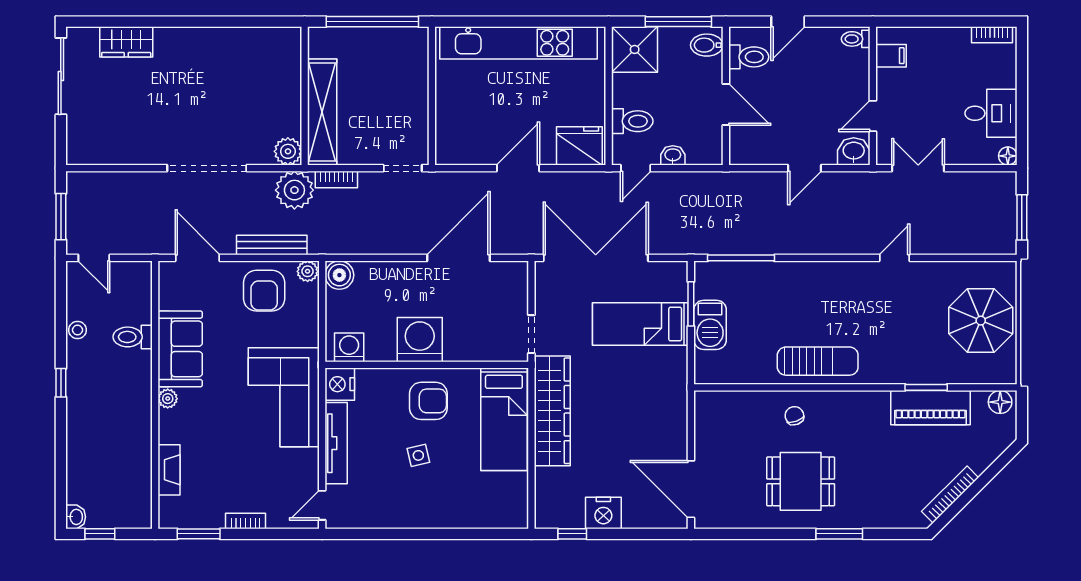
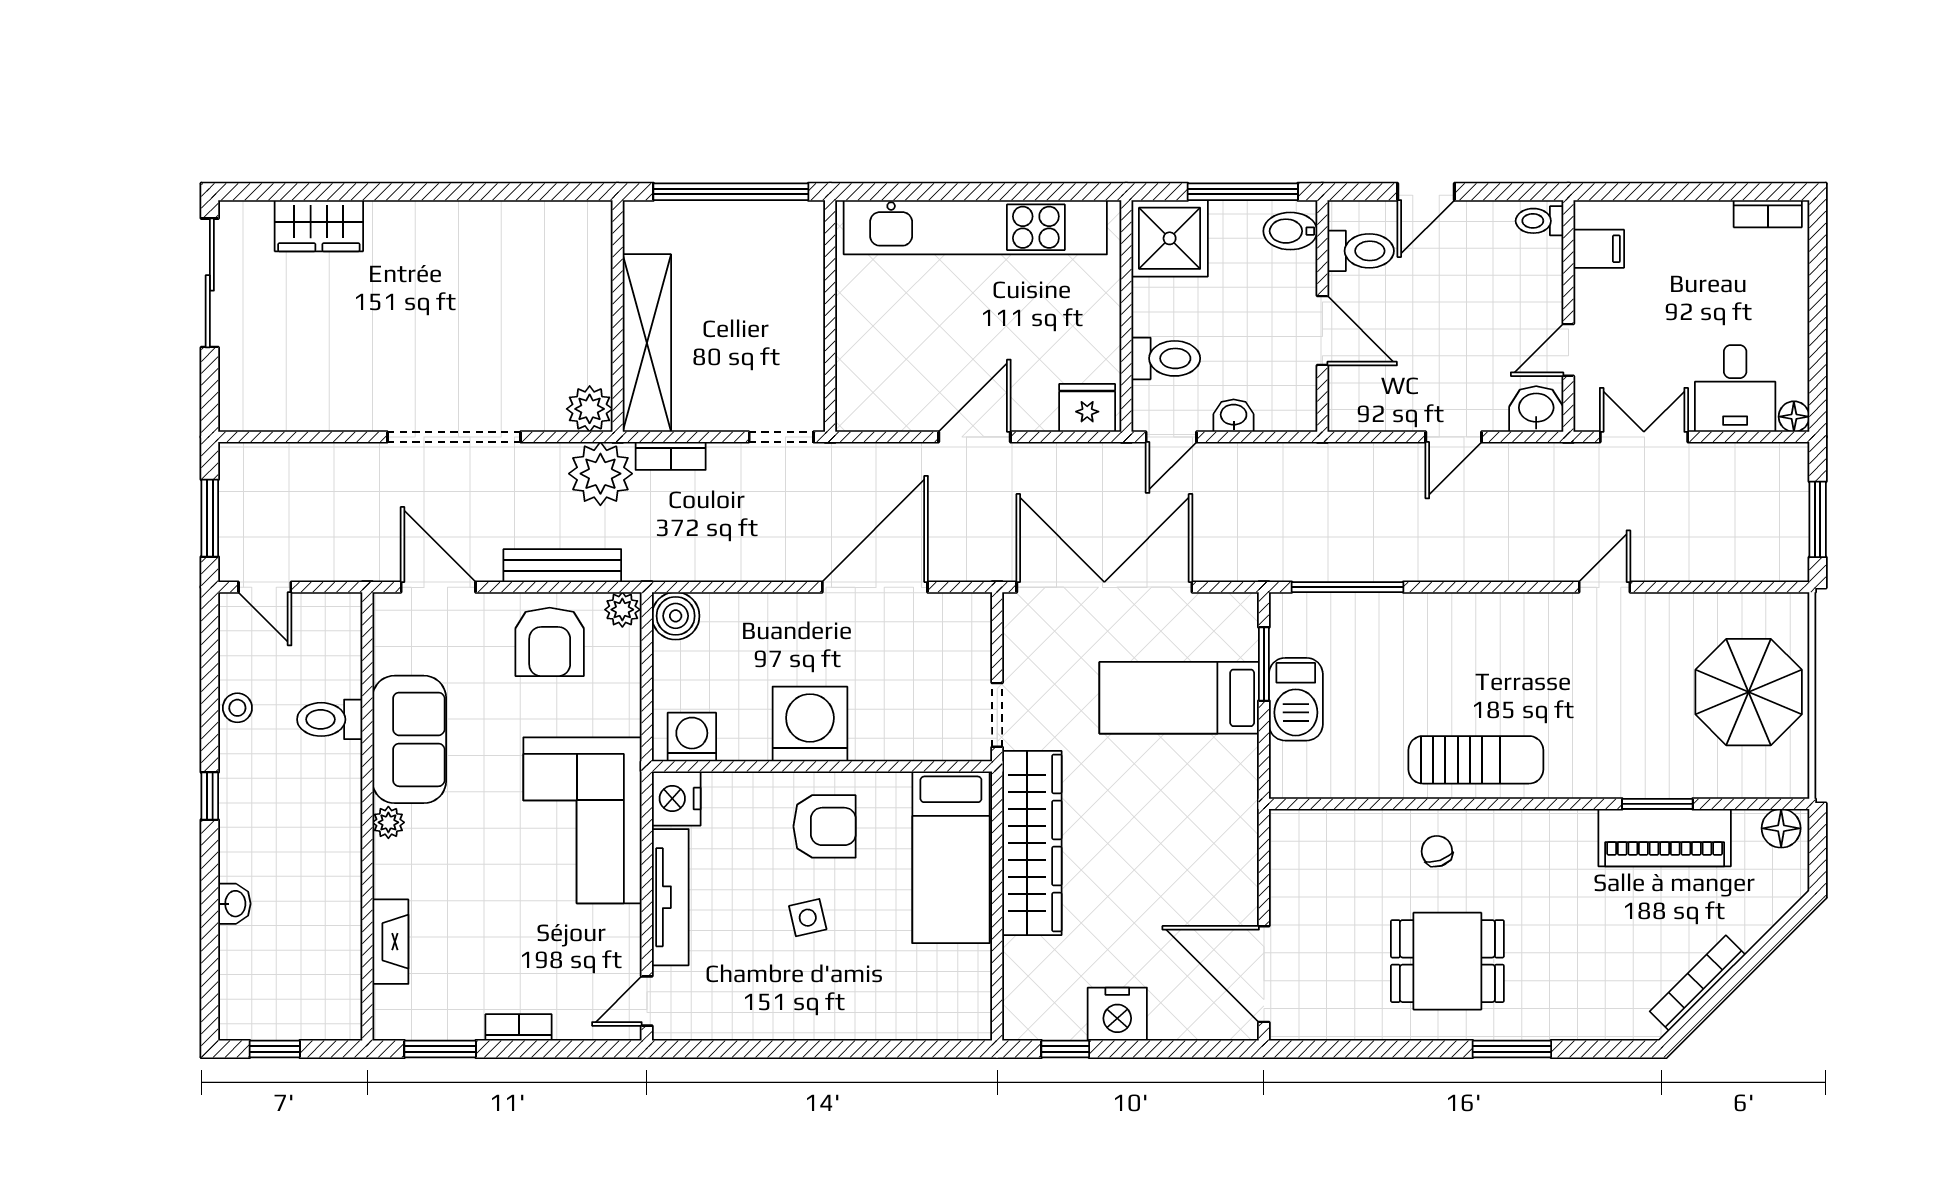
desk: (991, 113) -> (1735, 389), moved, turned 90
fridge: (579, 146) -> (1087, 408), width x0.73, depth x0.75
washbasin: (76, 517) -> (234, 904), moved

